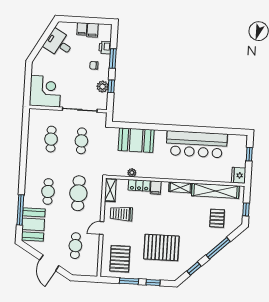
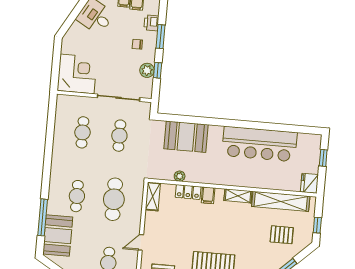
trolley: (121, 214) -> (165, 226), removed
pallet: (217, 218) -> (282, 235), turned 90

